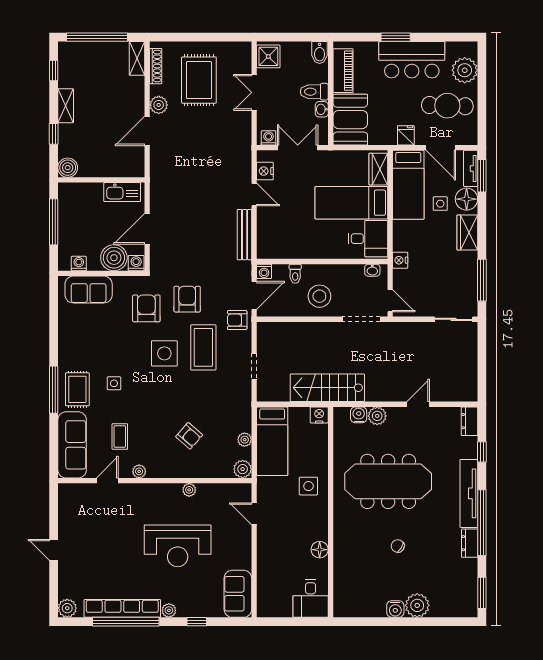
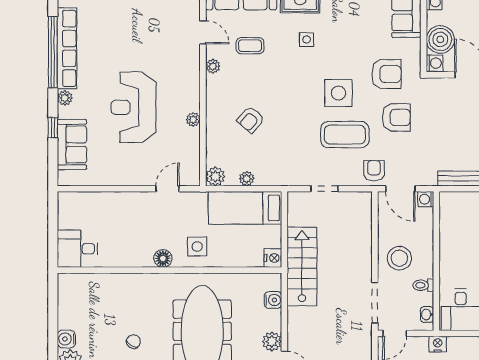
toilet: (295, 274) -> (423, 285), moved
plant: (377, 416) -> (272, 341), moved
floor lamp: (320, 550) -> (163, 258), moved
sofa: (238, 594) -> (72, 144), moved, turned 90

